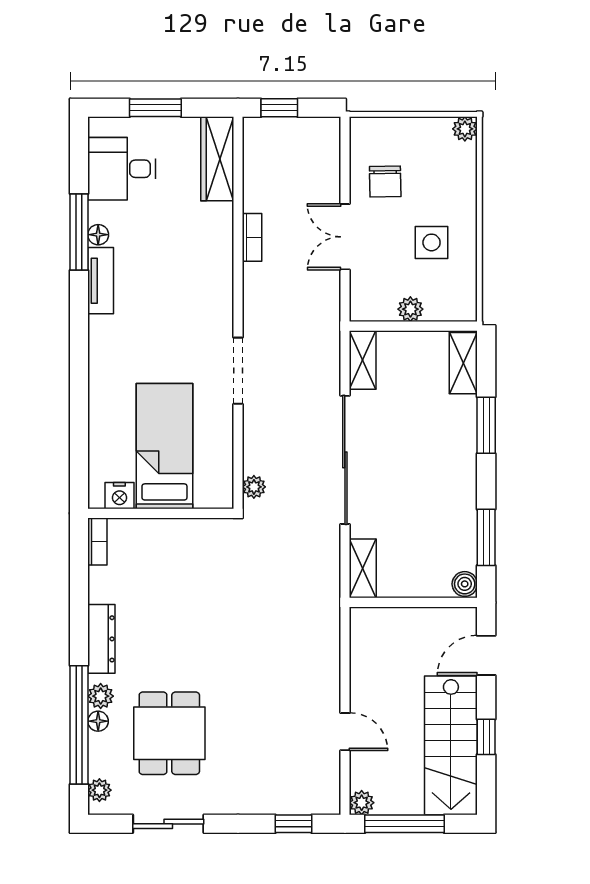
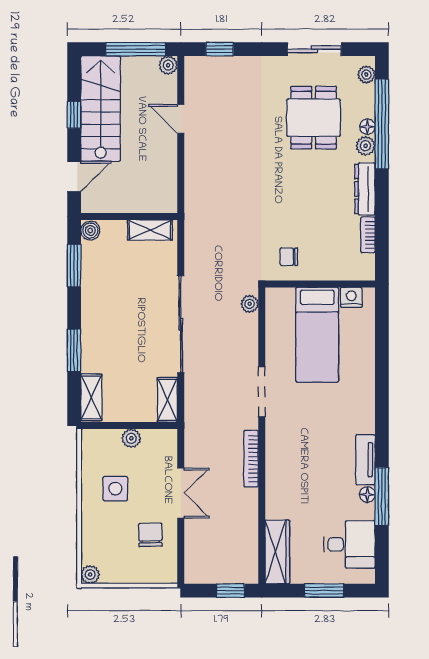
bookcase: (252, 237) -> (251, 459), moved, width x1.56
bookcase: (97, 541) -> (368, 235), moved
chair: (202, 549) -> (289, 257), added
shelving: (363, 568) -> (150, 230), moved, turned 90

